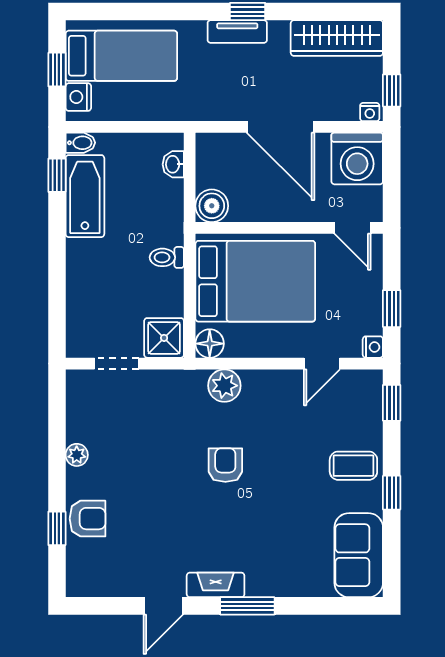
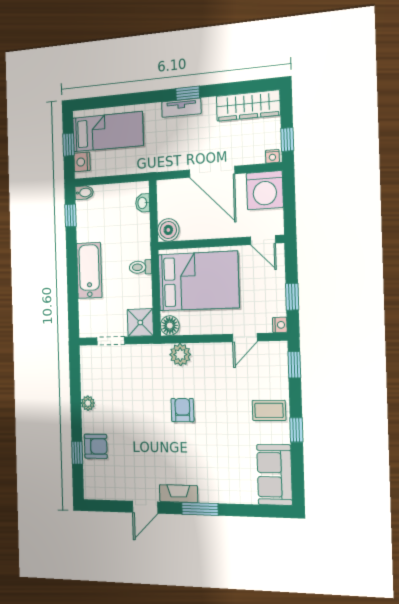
bathtub: (85, 196) -> (89, 270), moved

